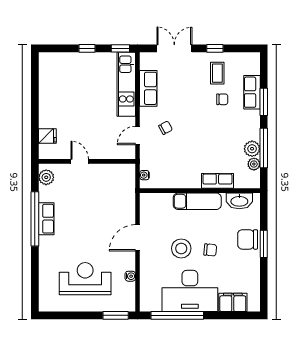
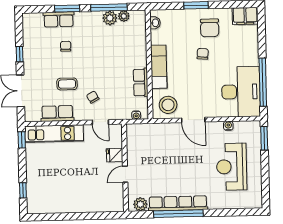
window: (87, 48) -> (23, 190), moved
coffee table: (217, 73) -> (67, 84), moved
fridge: (47, 136) -> (115, 155), moved, turned -90
row of seats: (217, 181) -> (141, 82), moved
washbasin: (239, 201) -> (155, 23), width x0.52, depth x0.69
row of seats: (46, 219) -> (178, 203), width x2.02
chair: (248, 239) -> (210, 28), moved
stool: (181, 248) -> (168, 105), moved
desk: (190, 291) -> (241, 92), moved
filing cabinet: (233, 302) -> (245, 16), moved, turned -90

